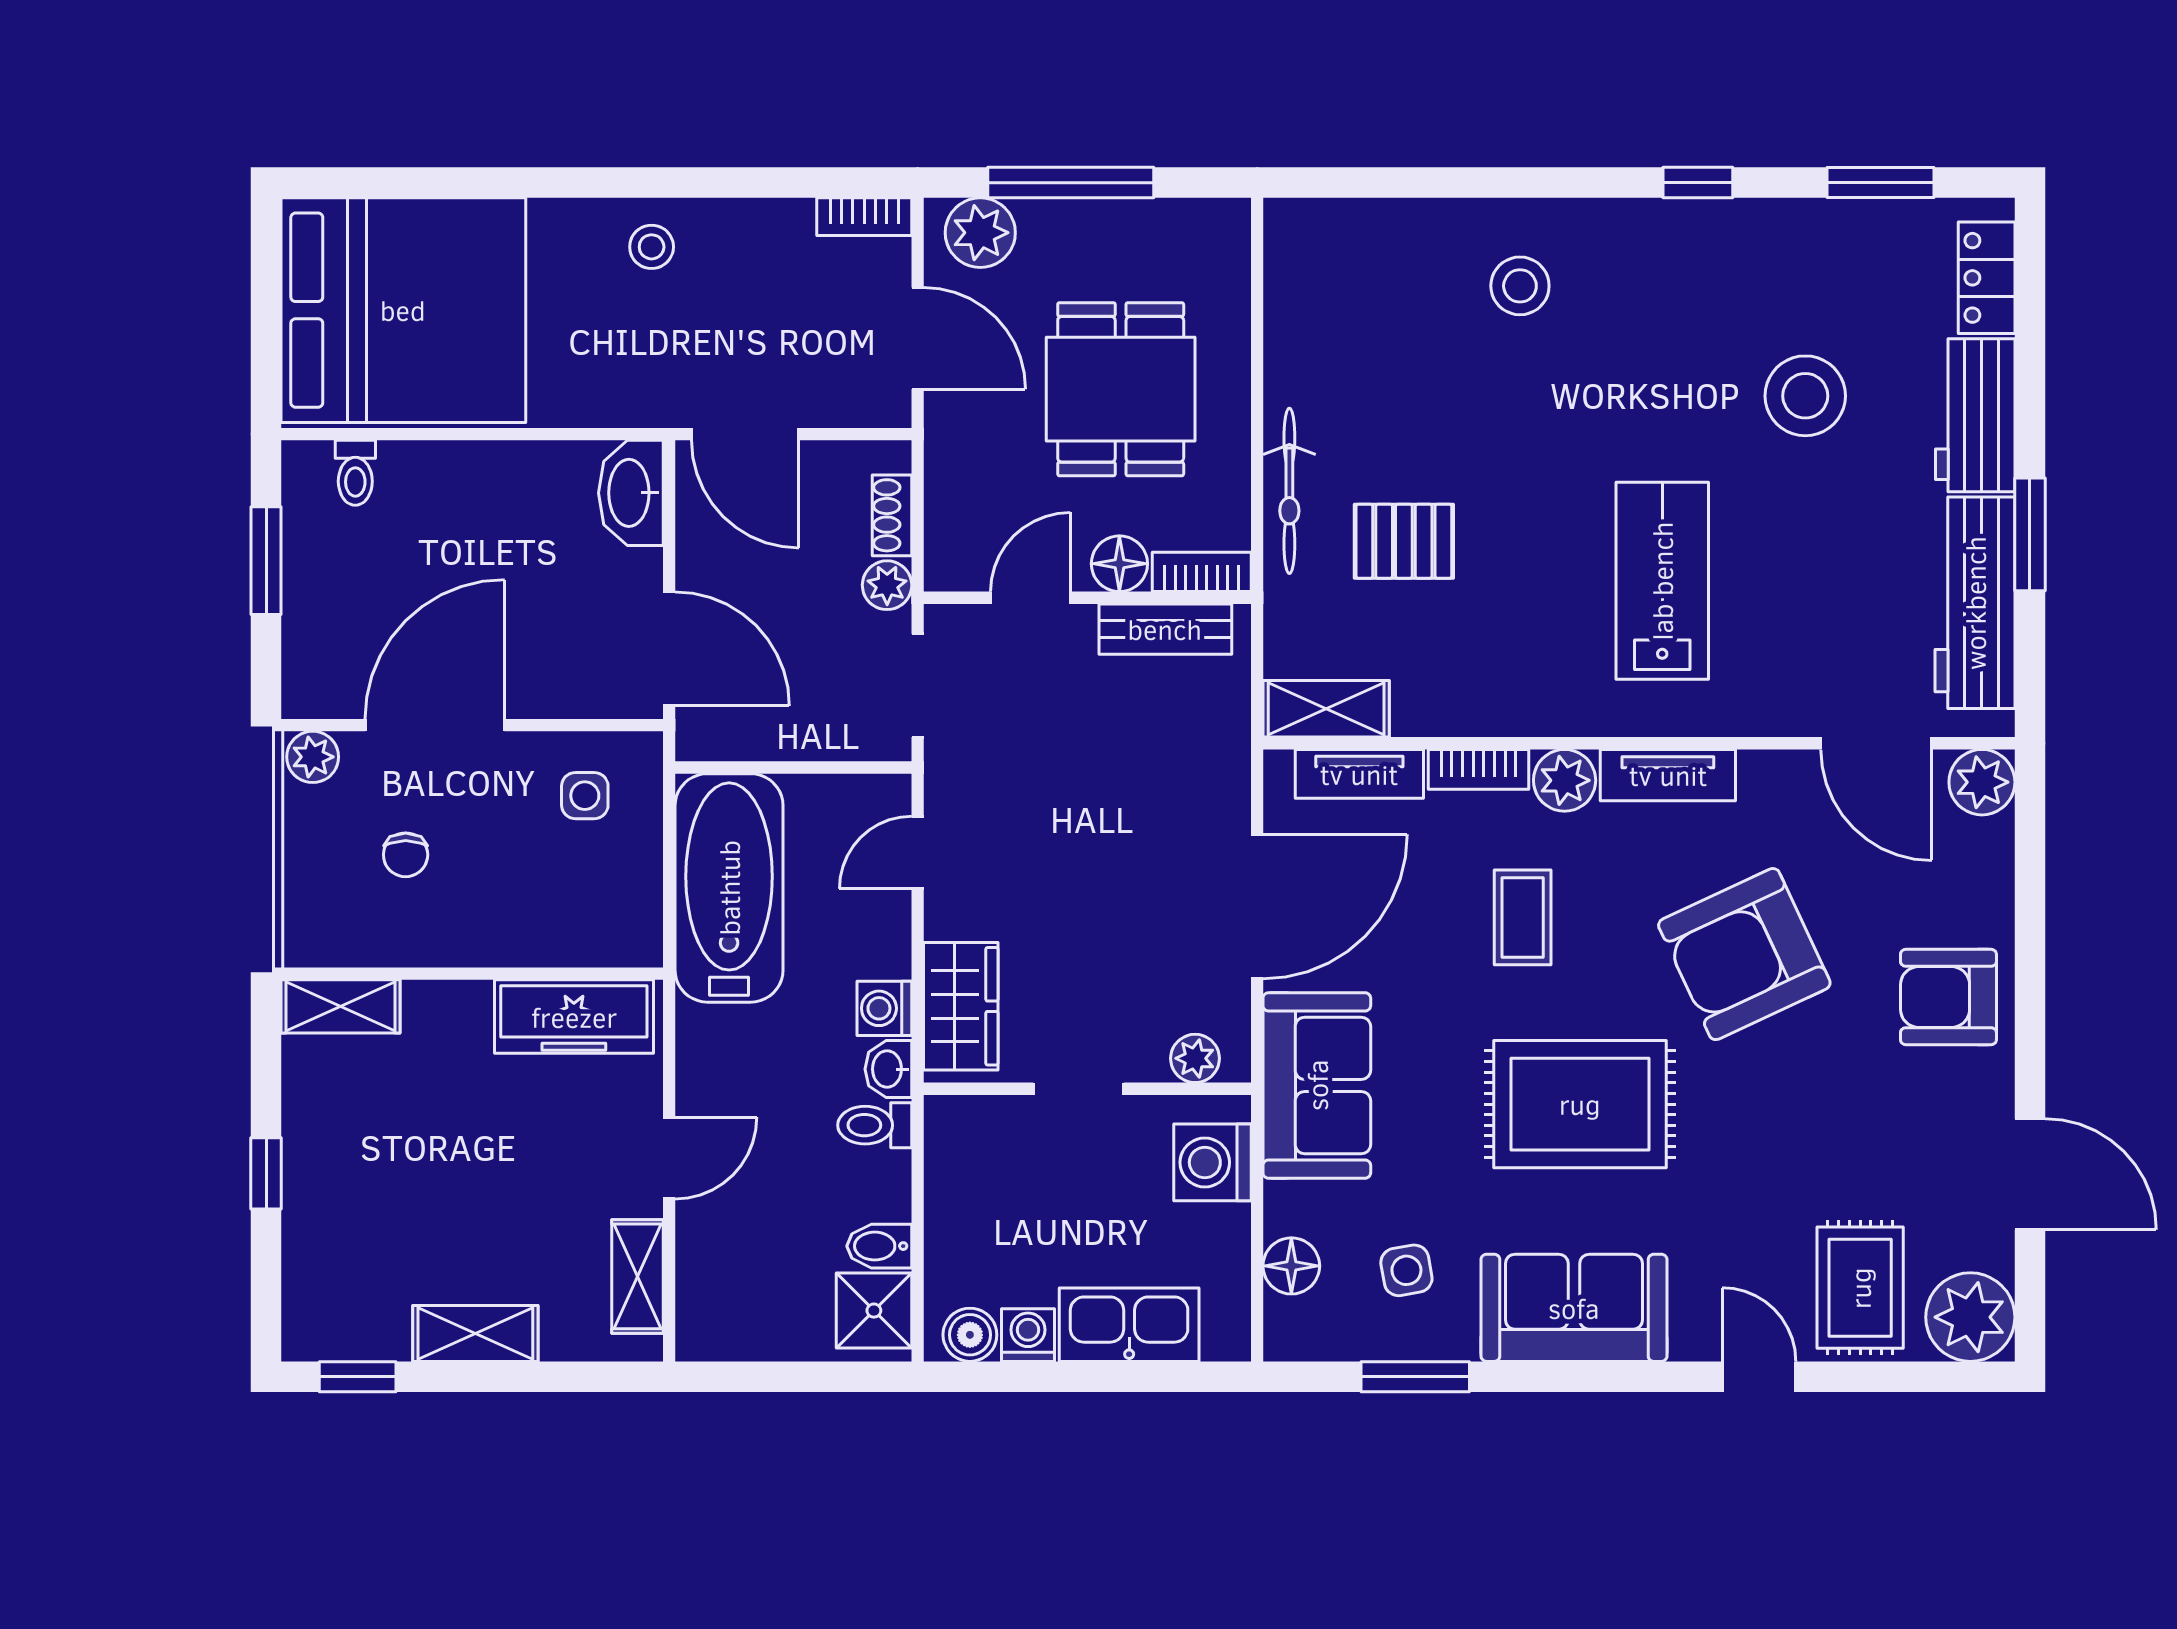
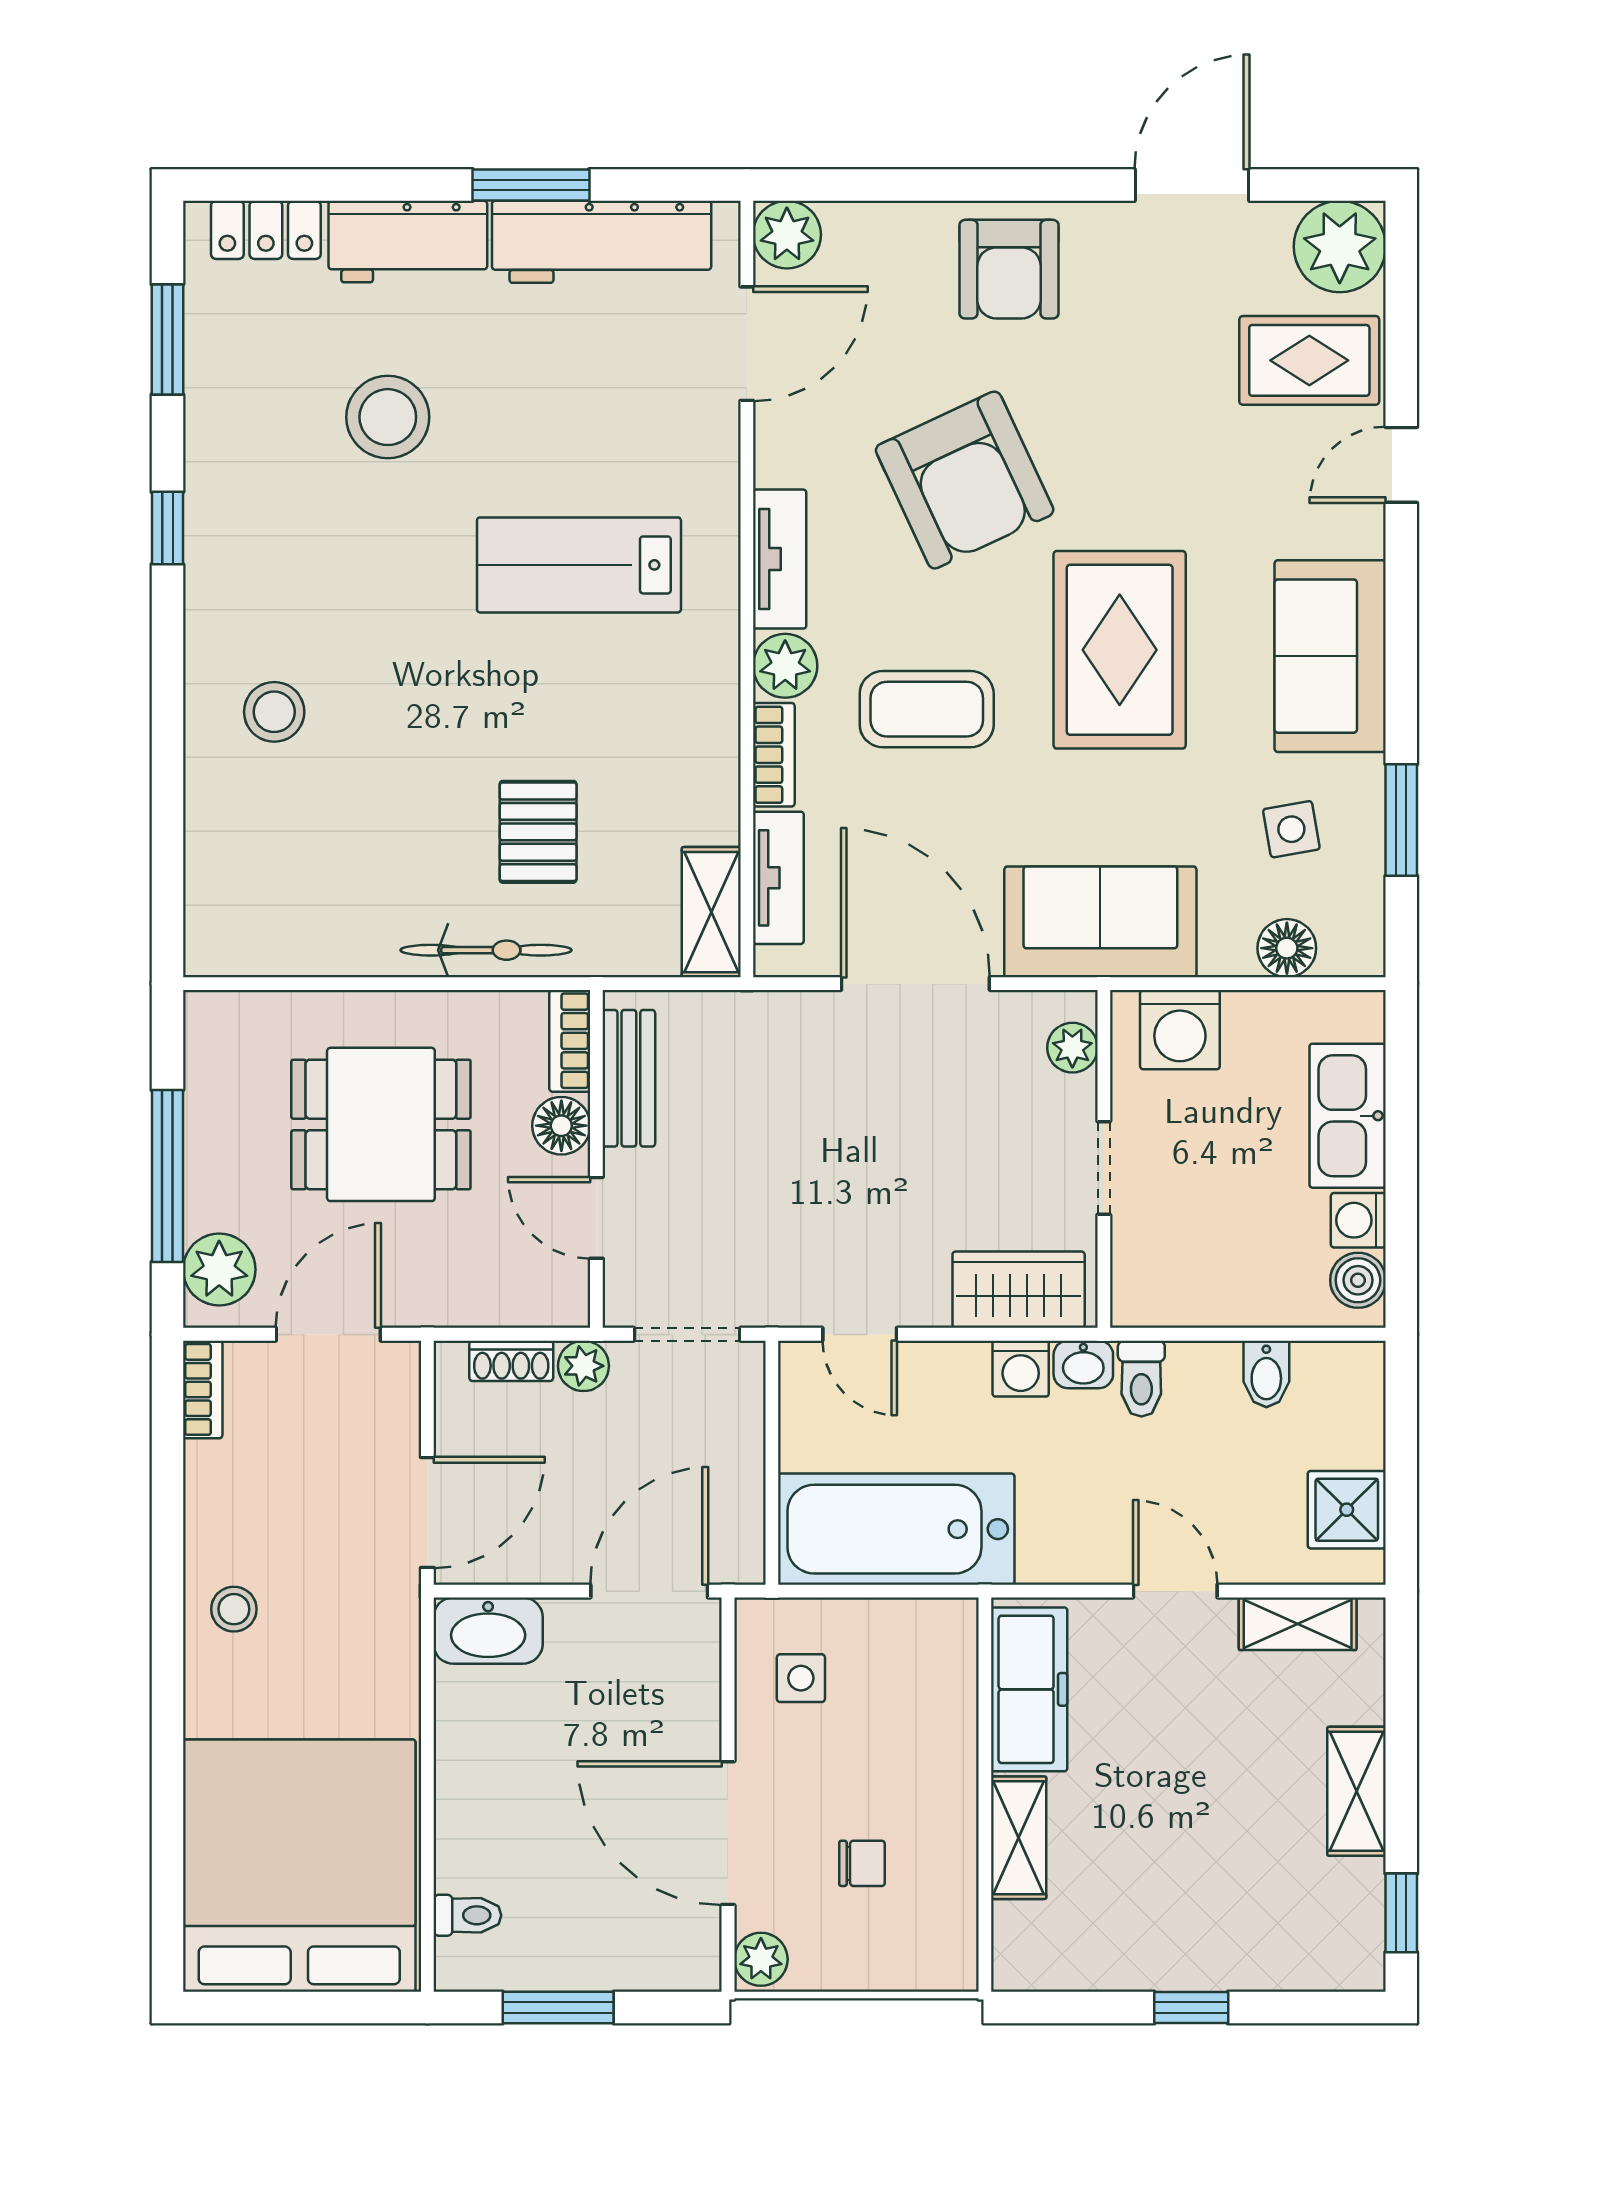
coffee table: (1523, 917) -> (927, 709), width x1.36, depth x1.30
shelving: (341, 1006) -> (1019, 1838), moved
shower: (874, 1311) -> (1347, 1510), moved

